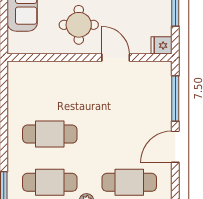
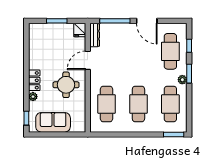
dresser: (154, 68) -> (95, 35), added
cafe table: (50, 86) -> (107, 104), added

